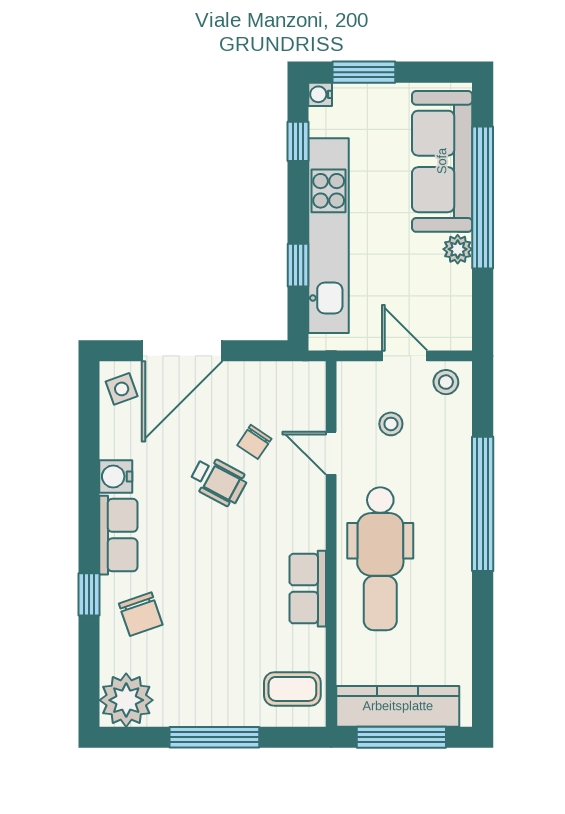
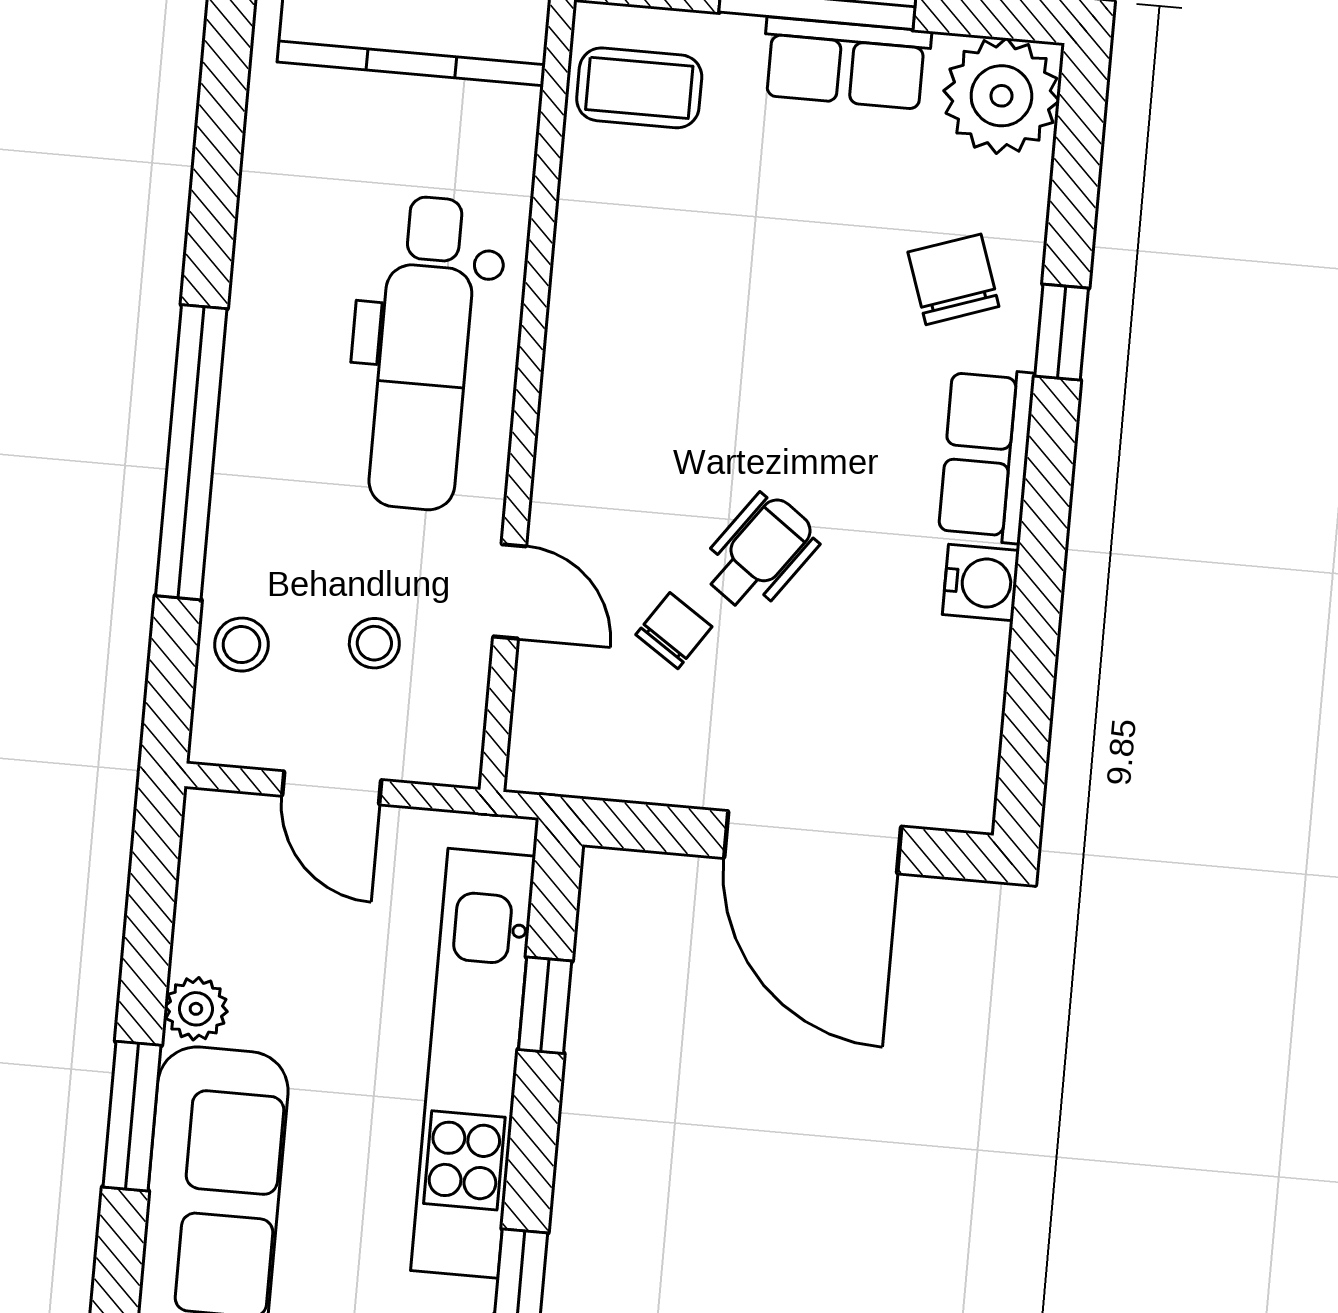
window: (483, 198) -> (132, 1116), width x0.47
door: (182, 351) -> (813, 842), swing flipped
stool: (446, 382) -> (241, 645), moved
side table: (122, 389) -> (951, 771), removed
wheelchair: (218, 481) -> (760, 553), turned 98
dental chair: (380, 559) -> (423, 353), turned 180
row of seats: (308, 589) -> (846, 63), moved, turned 90

